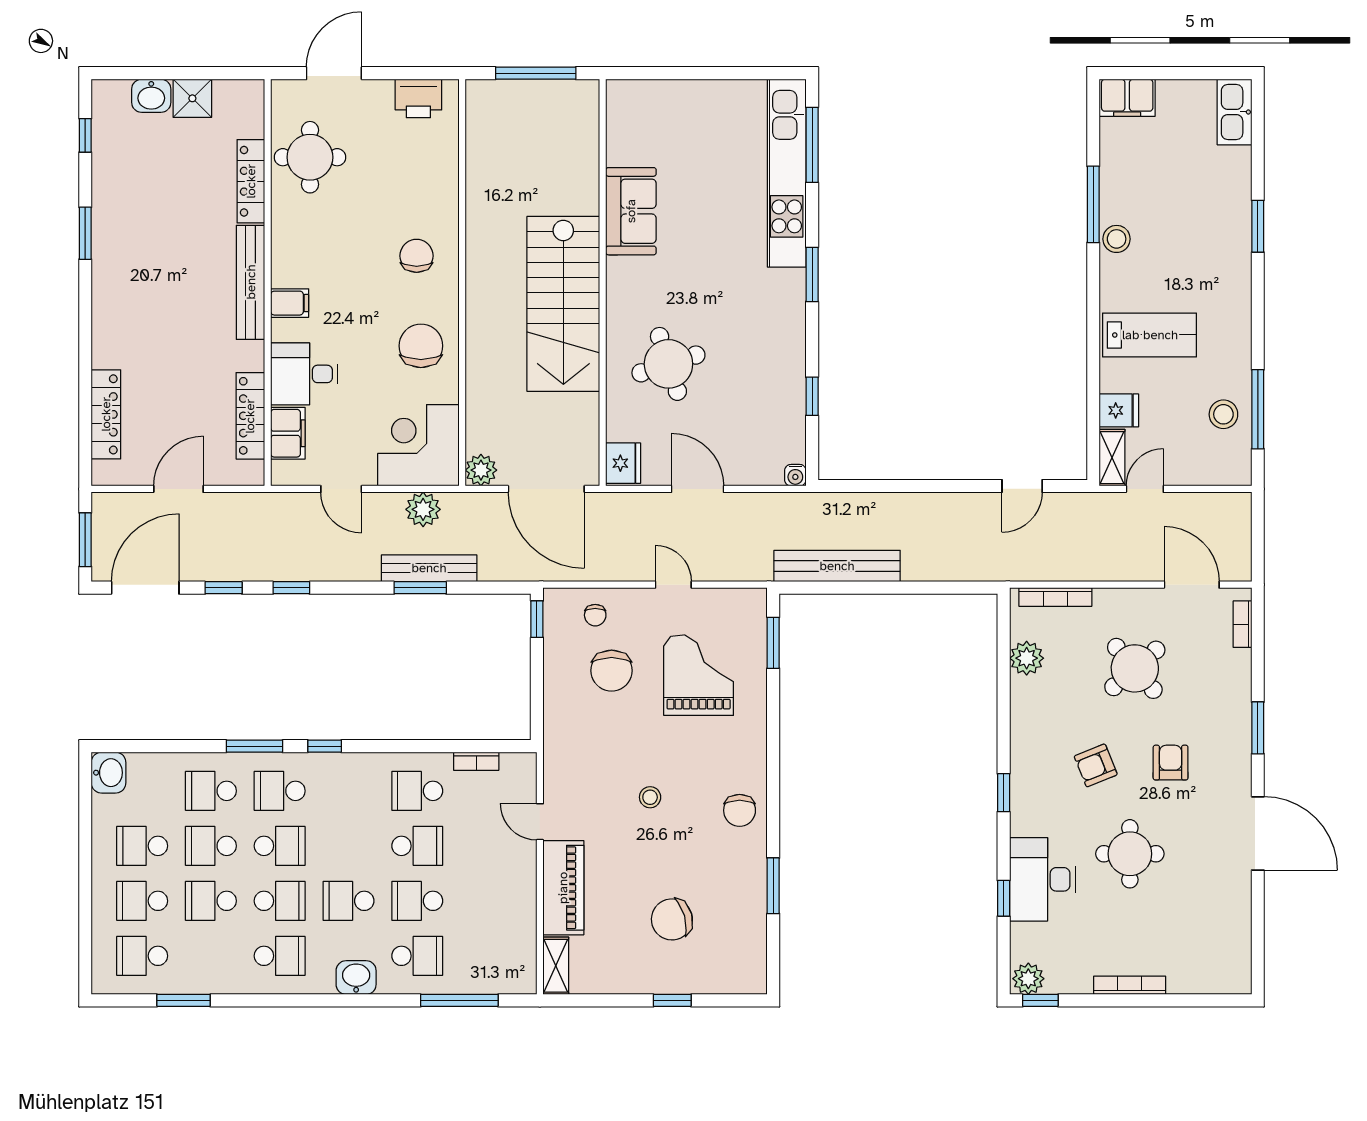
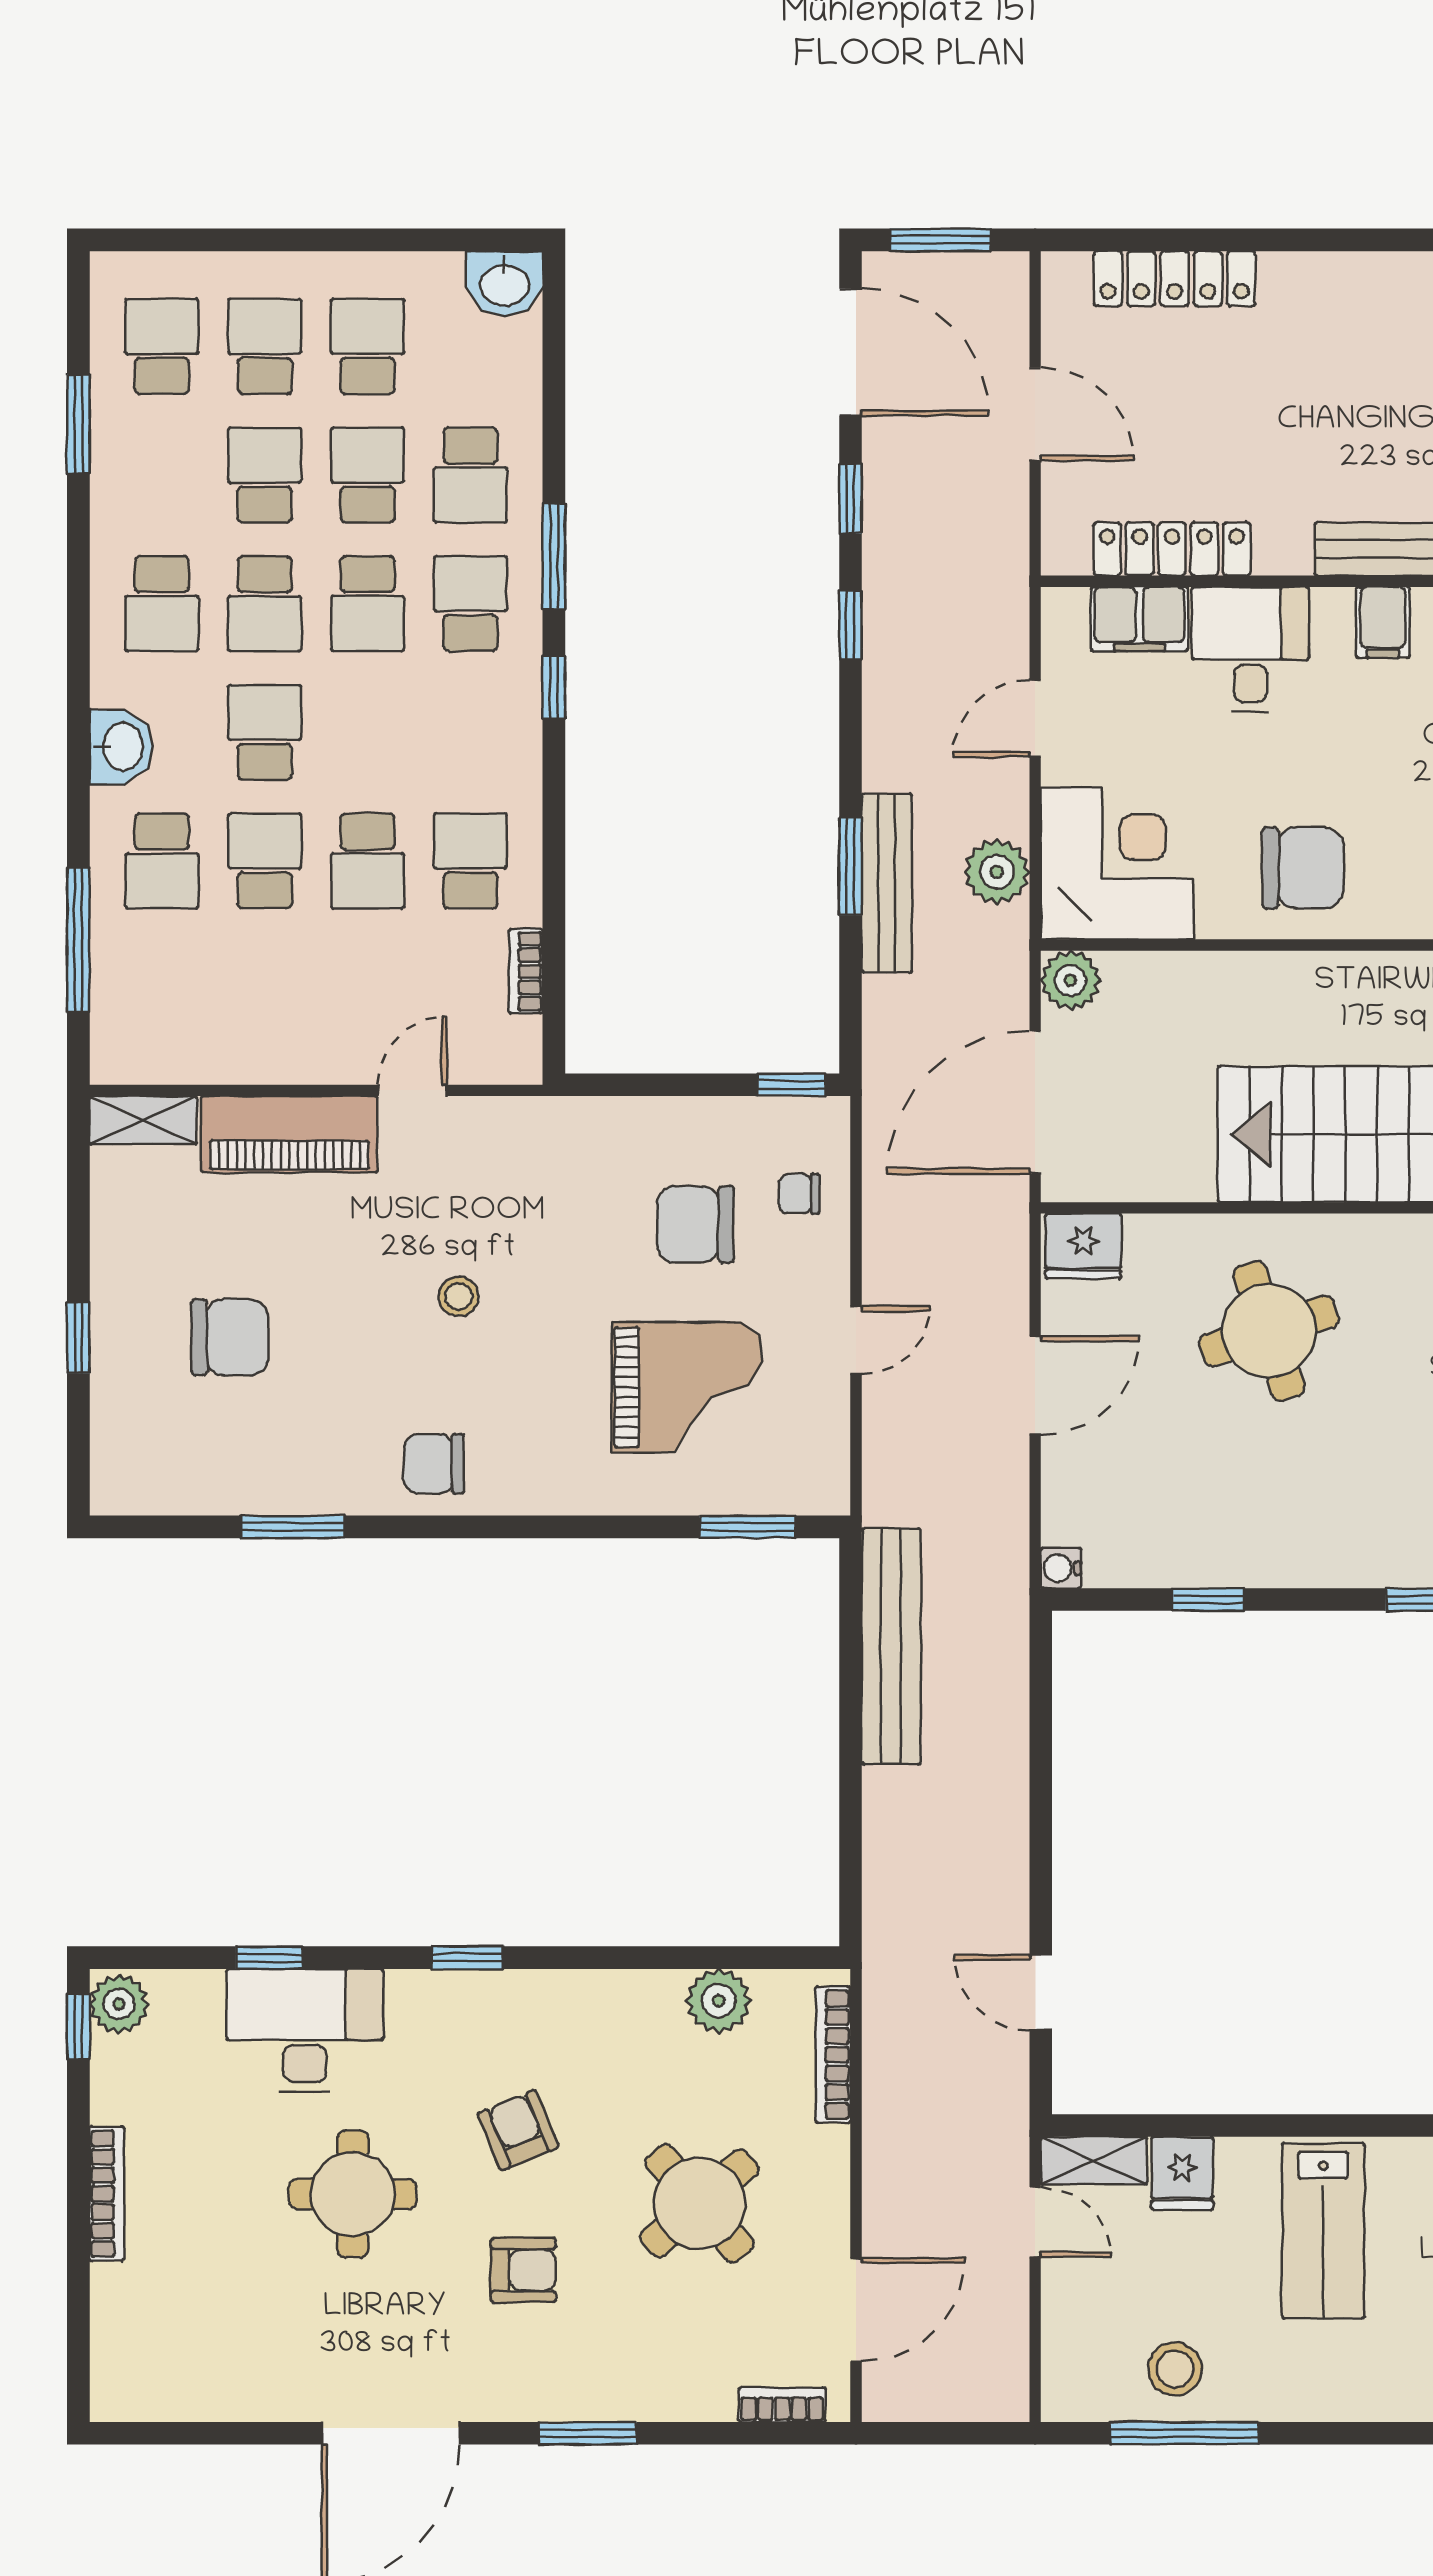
school desk: (211, 791) -> (470, 475), turned 180
chair: (672, 919) -> (230, 1337), turned 106

